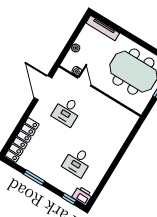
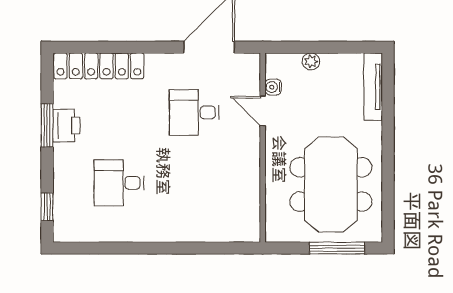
door: (84, 82) -> (263, 111), swing flipped
printer: (82, 196) -> (66, 126), moved

